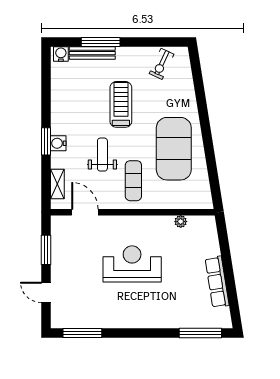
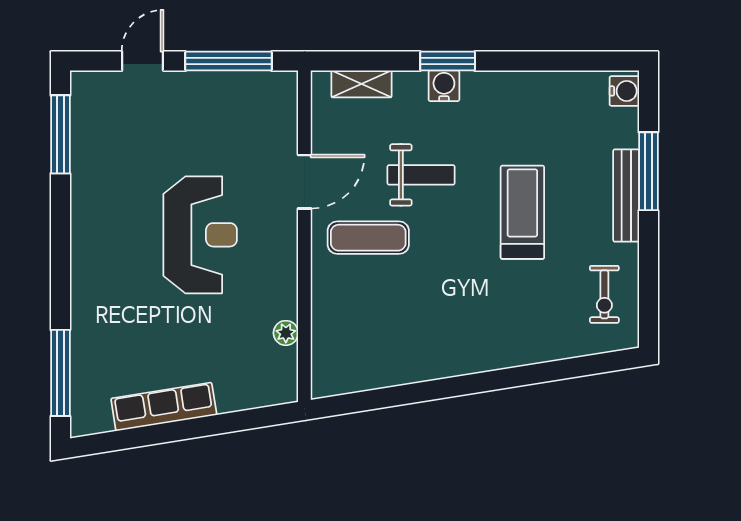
bench: (92, 53) -> (626, 196), moved
exercise bike: (162, 64) -> (604, 294), turned -115
treadmill: (121, 104) -> (522, 212), turned -90
exercise mat: (174, 149) -> (433, 319), removed
door: (85, 212) -> (304, 182), moved
window: (46, 250) -> (228, 61), width x1.44

